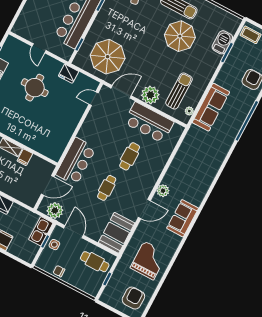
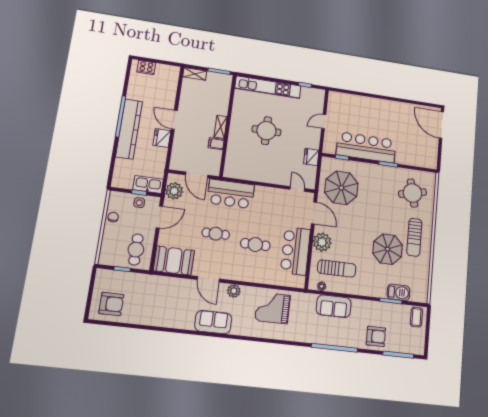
round table: (35, 88) -> (266, 131), moved
sofa: (211, 107) -> (334, 306), width x0.73
grand piano: (149, 260) -> (273, 308), moved, turned 180

